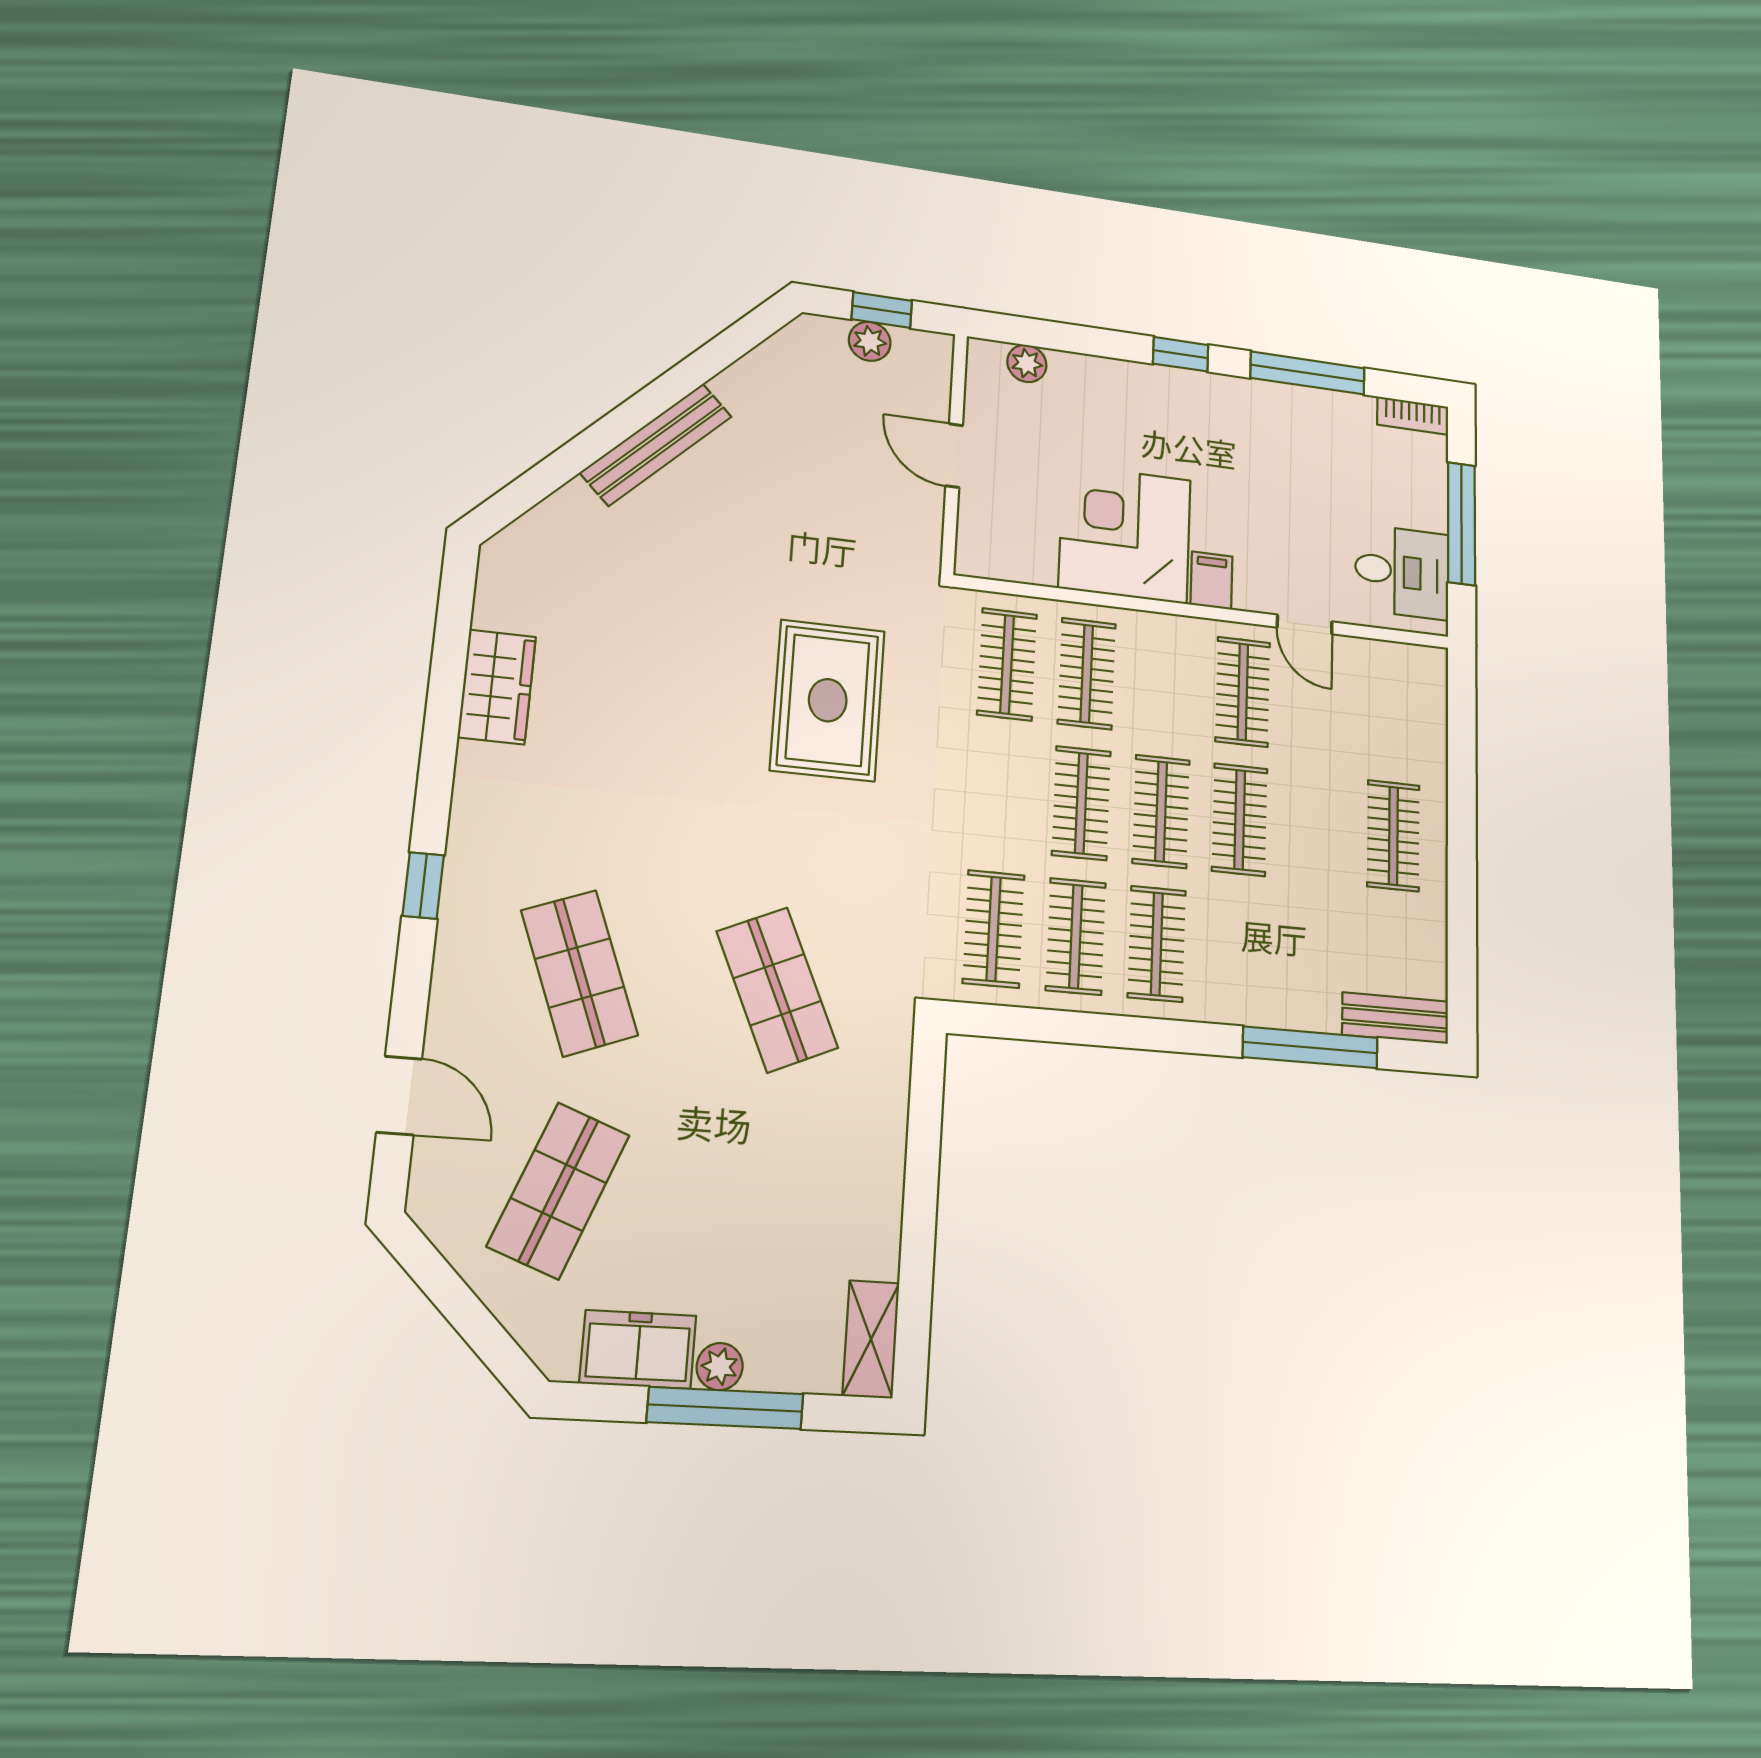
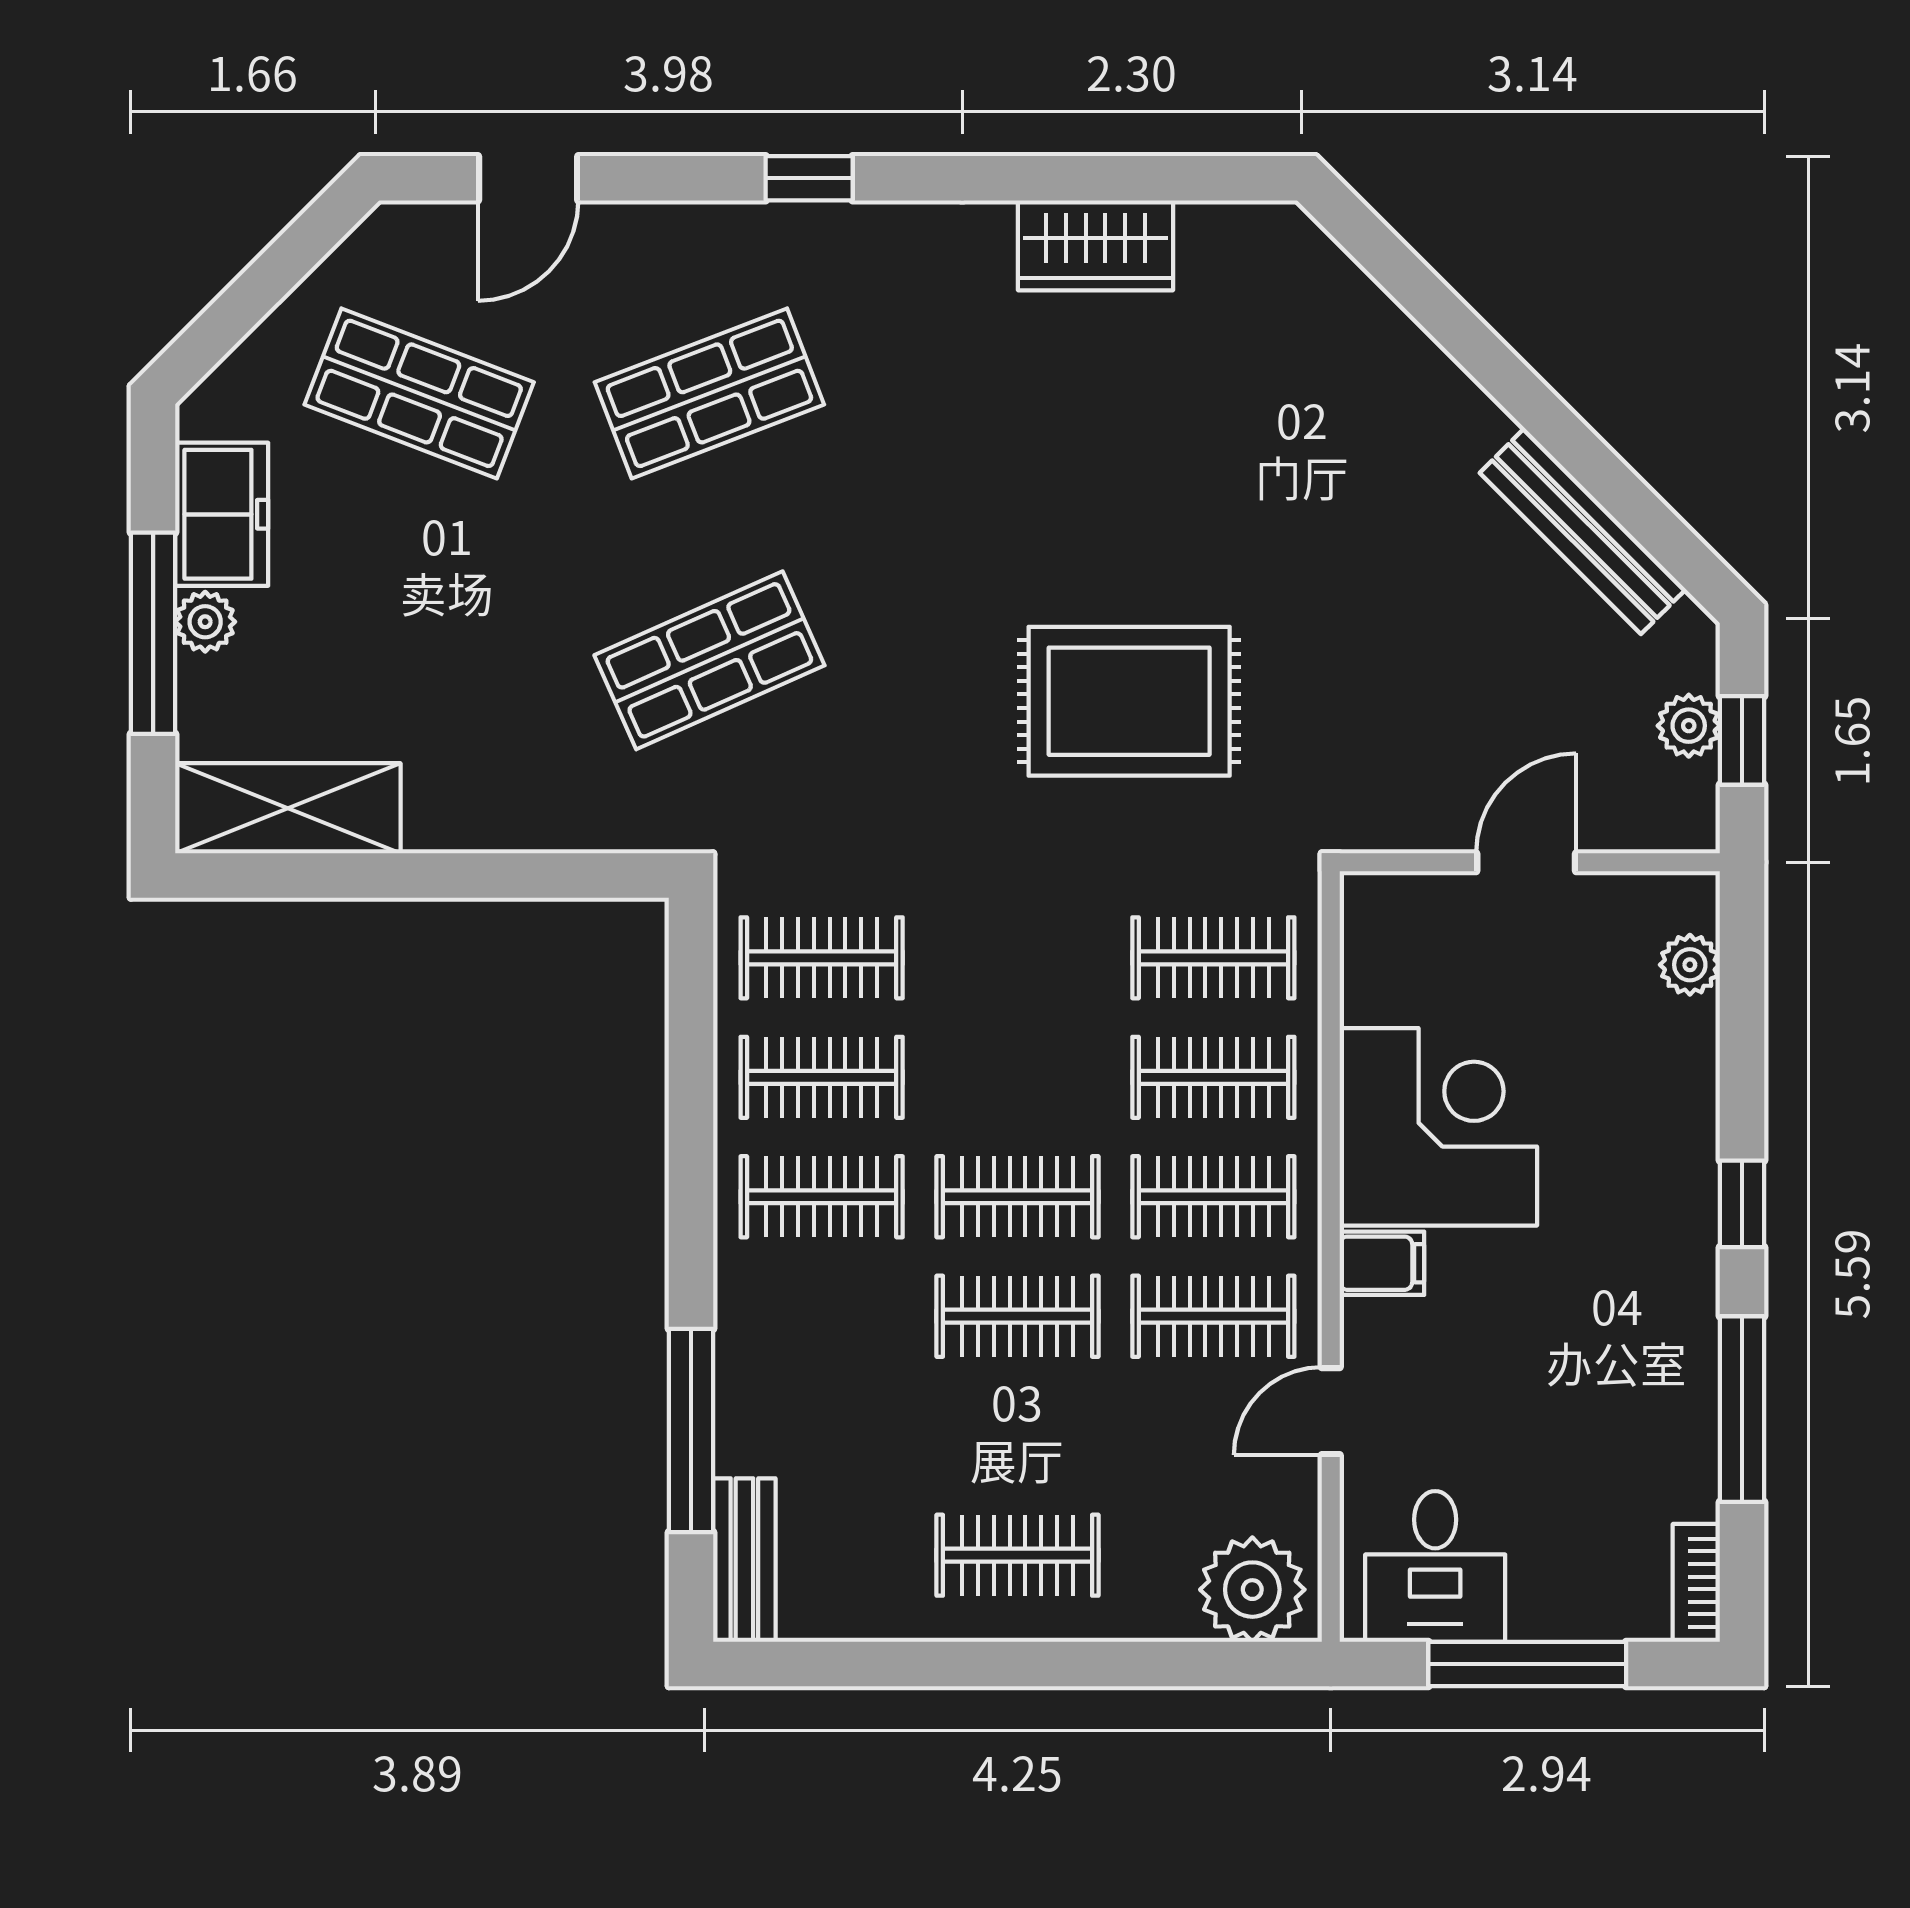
bench: (656, 444) -> (1583, 531), moved
plant: (1416, 687) -> (1252, 1590), added
clothes rail: (1081, 803) -> (1213, 1197), moved
shelving: (871, 1339) -> (288, 808), width x1.50, depth x1.33

